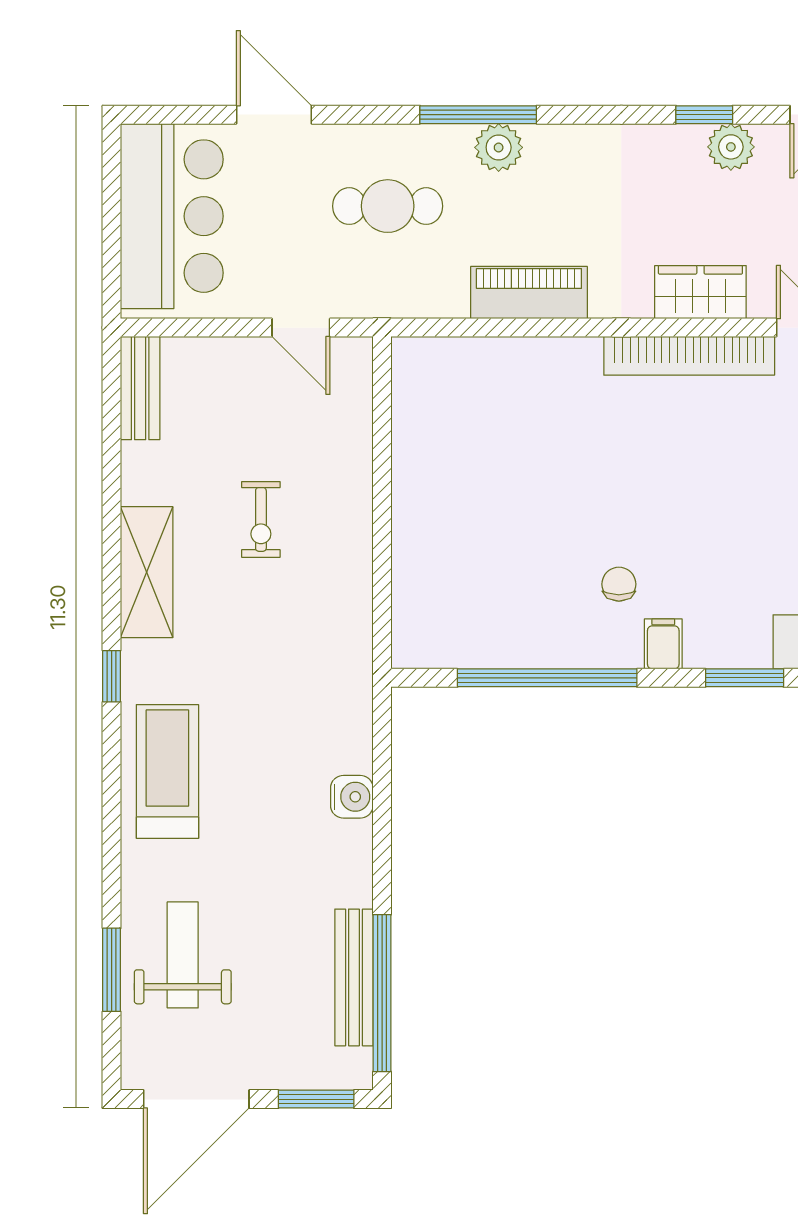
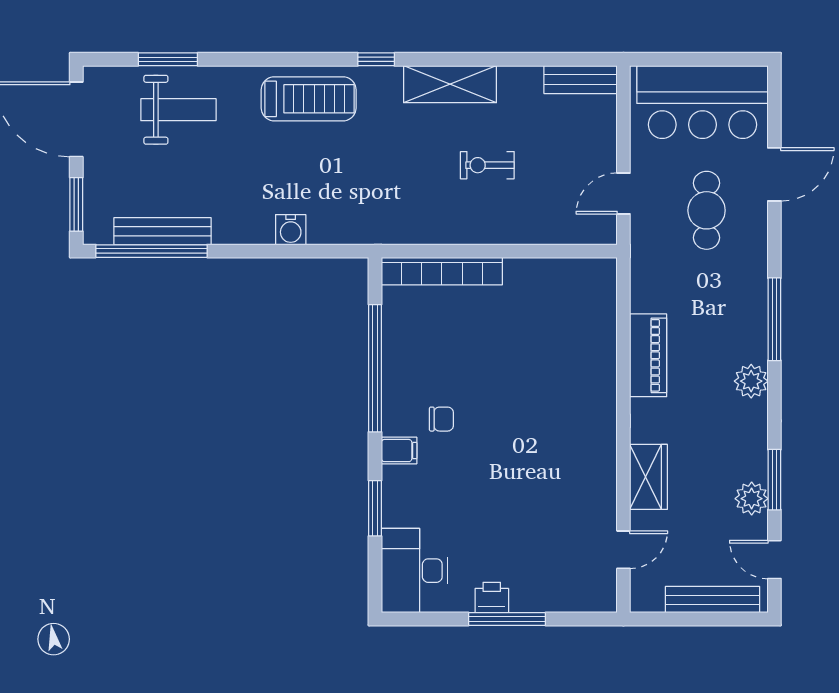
window: (704, 115) -> (774, 480), width x1.50
plant: (499, 147) -> (751, 381), moved
cafe table: (388, 206) -> (707, 210), moved
bookcase: (689, 356) -> (442, 271), moved, turned -90

